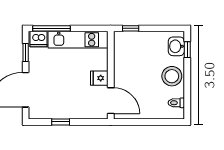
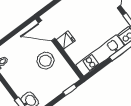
stool: (172, 76) -> (45, 61), moved

